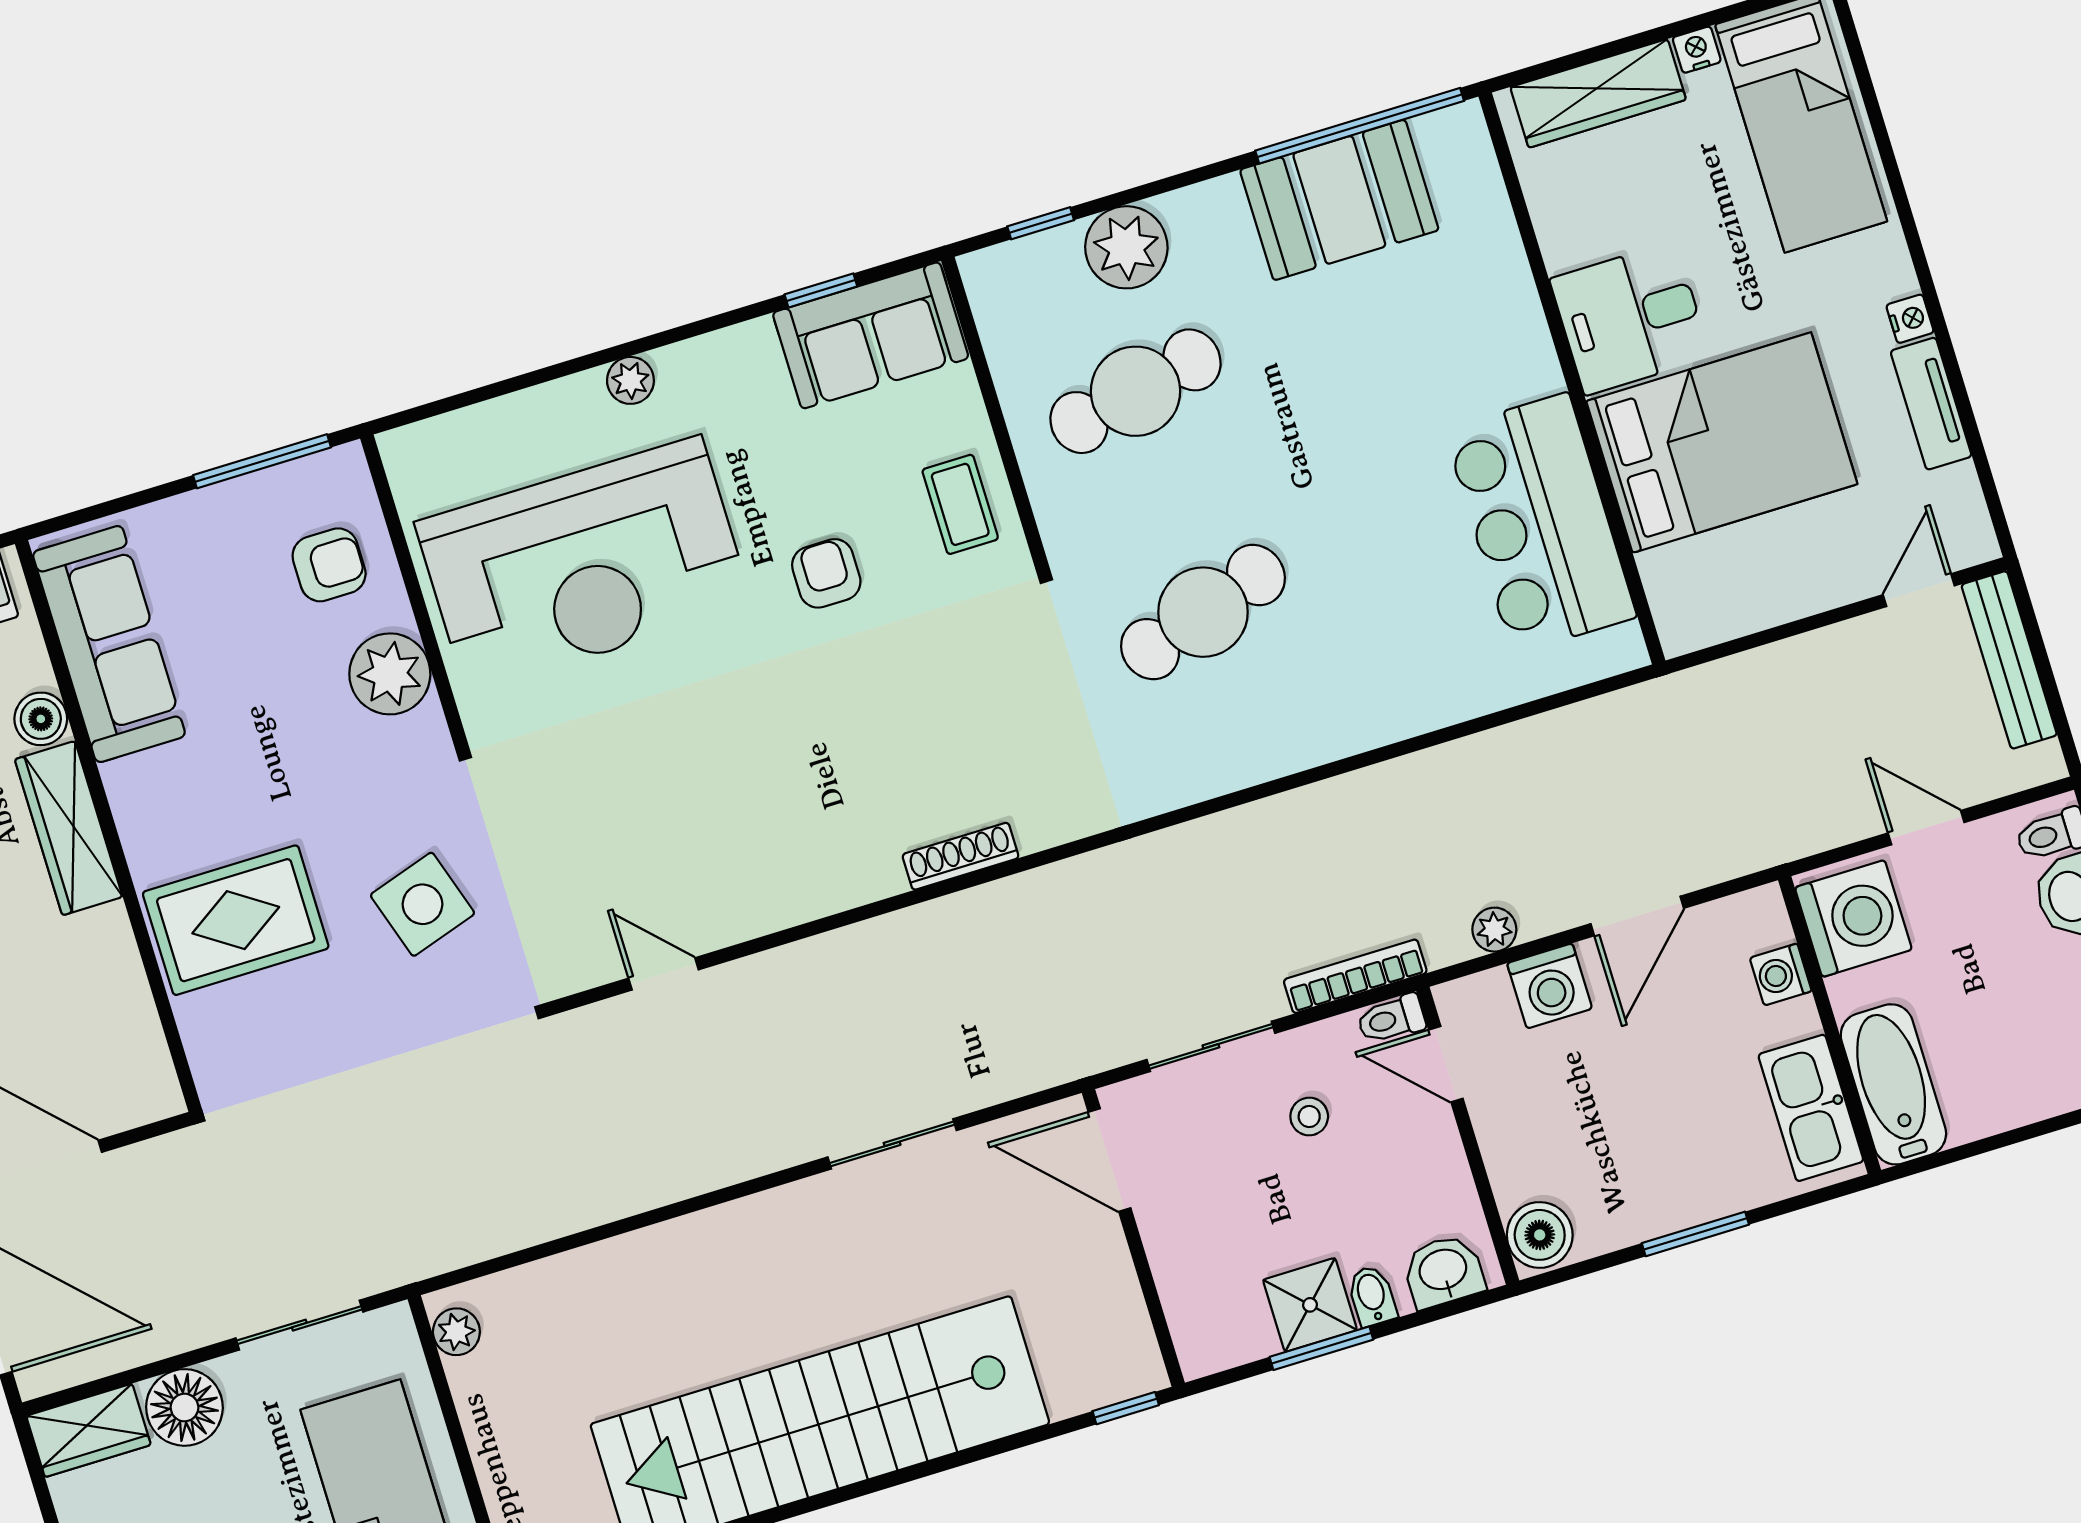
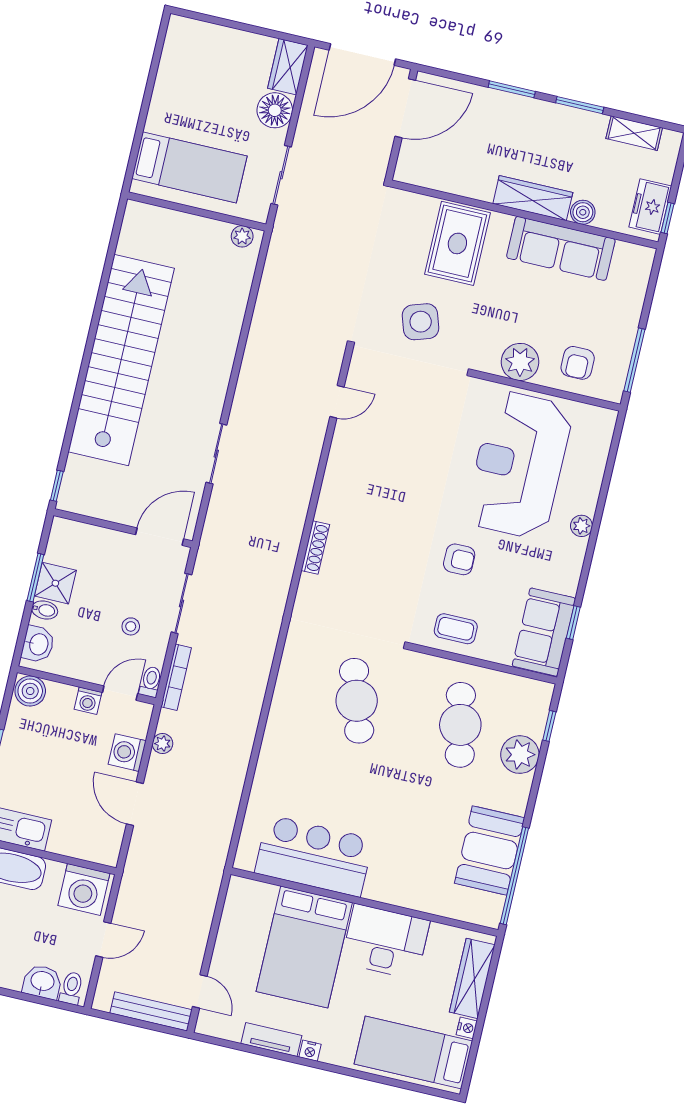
desk: (1630, 318) -> (385, 942), width x1.37
sofa: (109, 644) -> (561, 248), moved
washing machine: (1781, 975) -> (88, 701), moved, turned 180

